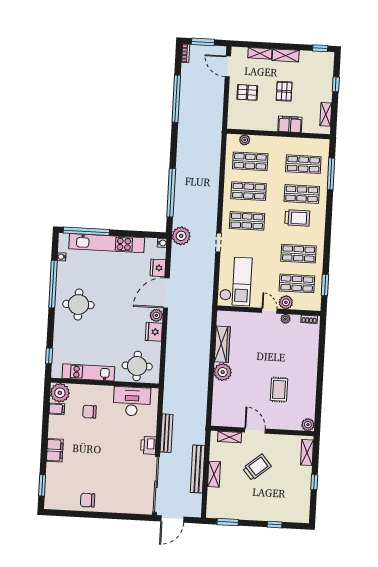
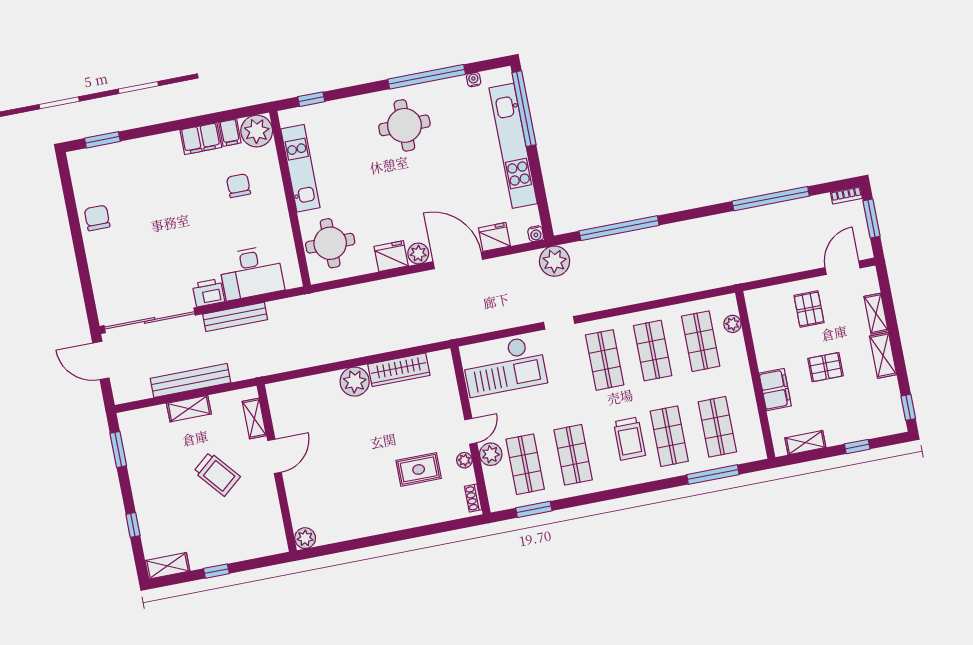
rug: (279, 390) -> (419, 469), moved
desk: (132, 401) -> (251, 273), moved, turned 90
filing cabinet: (55, 450) -> (201, 139), moved
shelving: (307, 453) -> (167, 566), moved

